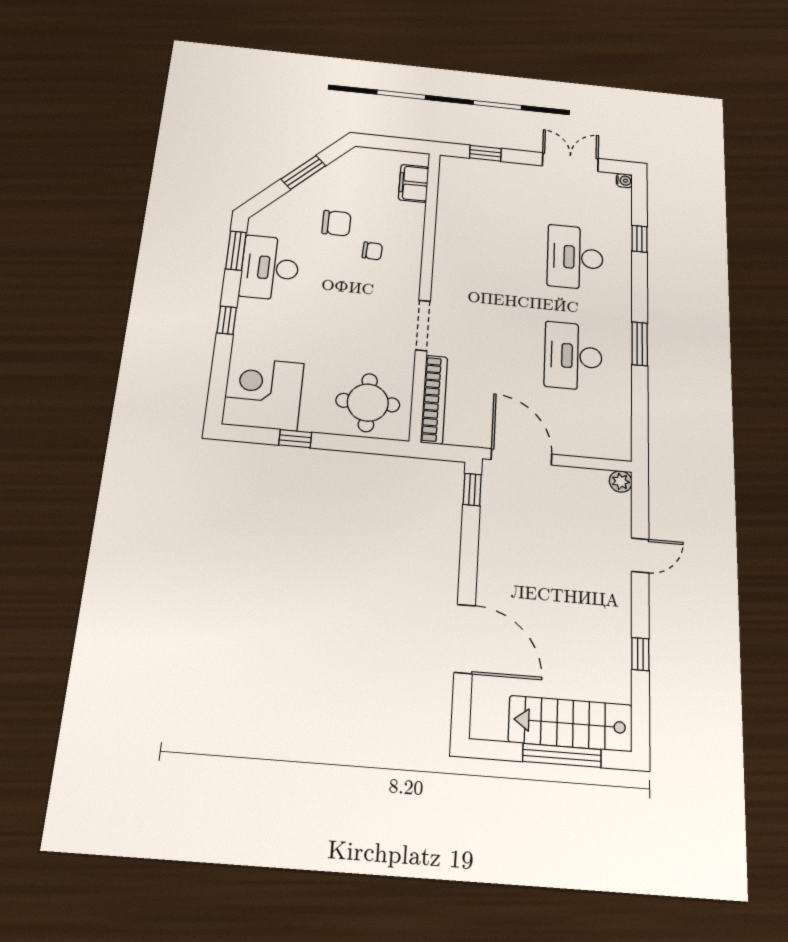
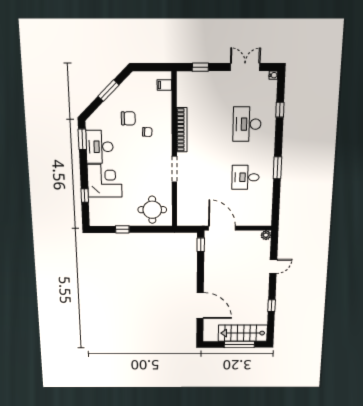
filing cabinet: (414, 183) -> (164, 85), width x0.50
window: (227, 320) -> (85, 196), moved
desk: (573, 356) -> (245, 177), width x0.73
corner desk: (263, 394) -> (105, 181), moved, turned 90
bookcase: (434, 399) -> (182, 130), moved

